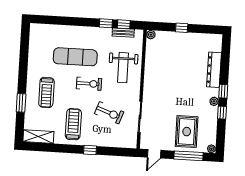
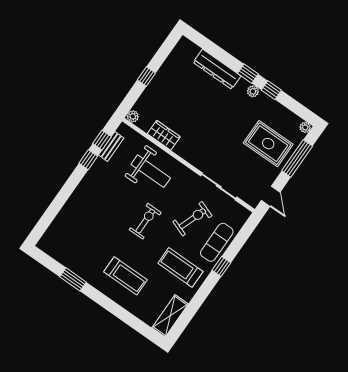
exercise mat: (75, 57) -> (217, 242), moved, width x0.73, depth x0.69
wardrobe: (151, 62) -> (164, 135), added
window: (21, 103) -> (73, 279), moved

